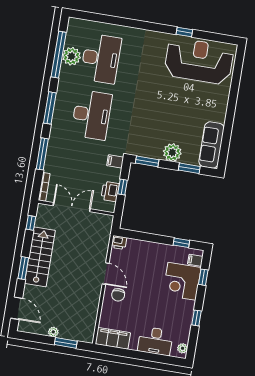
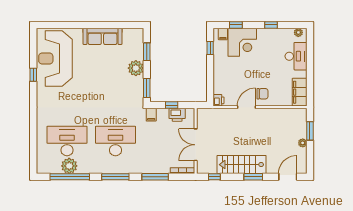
sofa: (211, 145) -> (102, 36), moved

